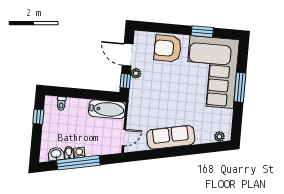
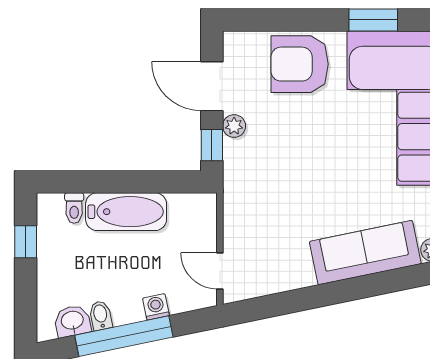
bathtub: (107, 109) -> (126, 212), moved
door: (124, 137) -> (220, 271), swing flipped
sofa: (171, 137) -> (365, 253), moved
washing machine: (79, 153) -> (156, 307), moved

